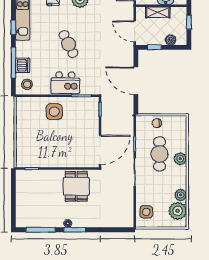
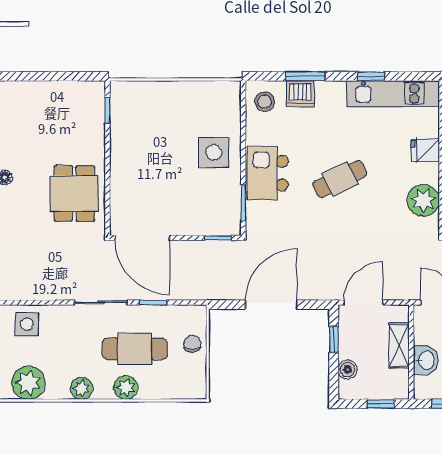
window: (13, 63) -> (305, 76), width x0.69
dining table: (76, 186) -> (74, 193), turned 90
plant: (181, 195) -> (82, 388), moved

